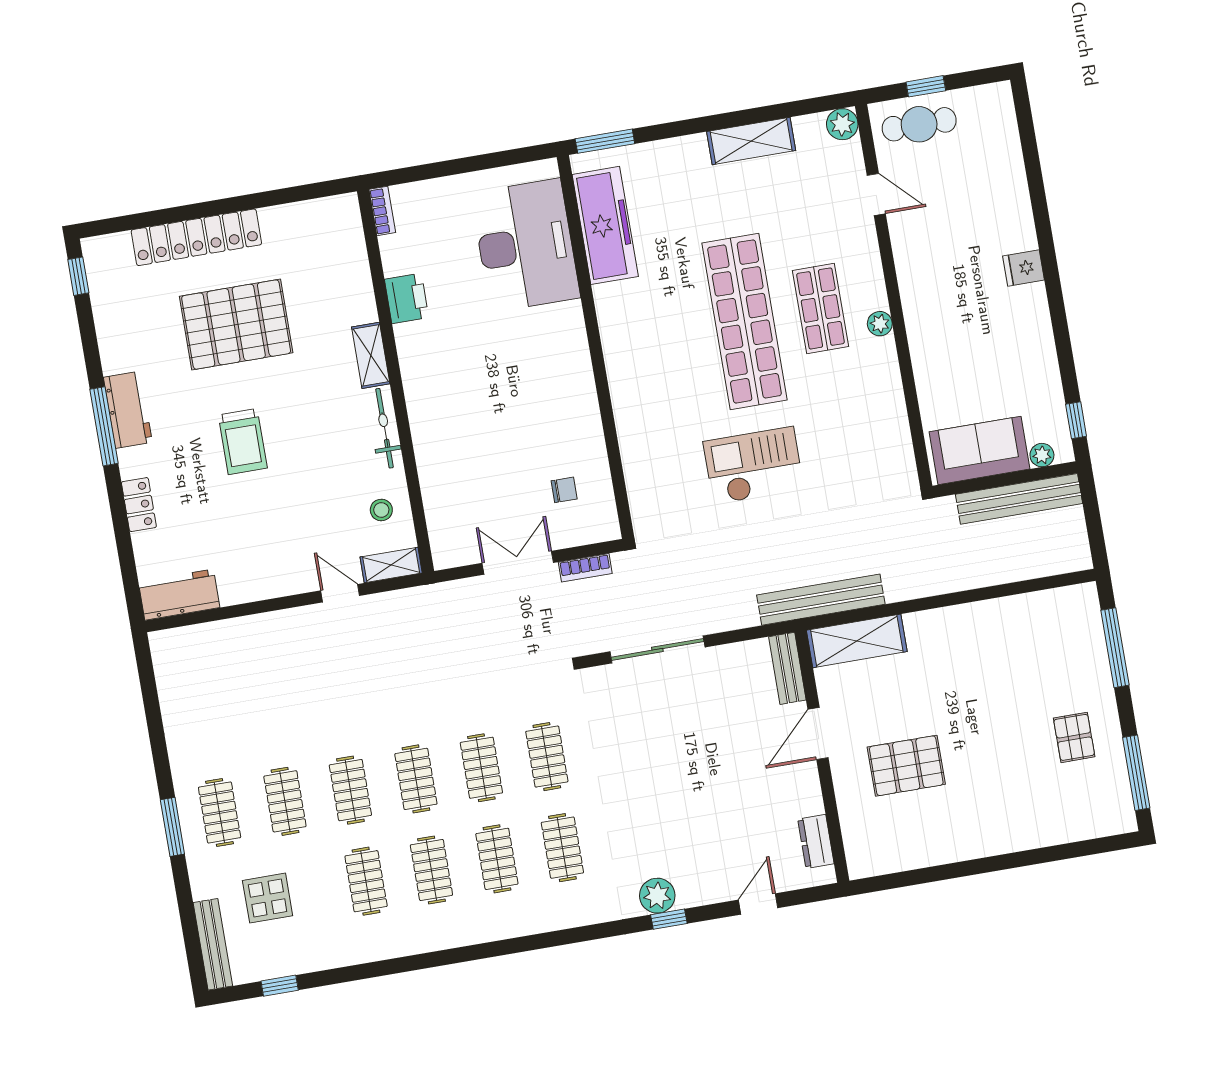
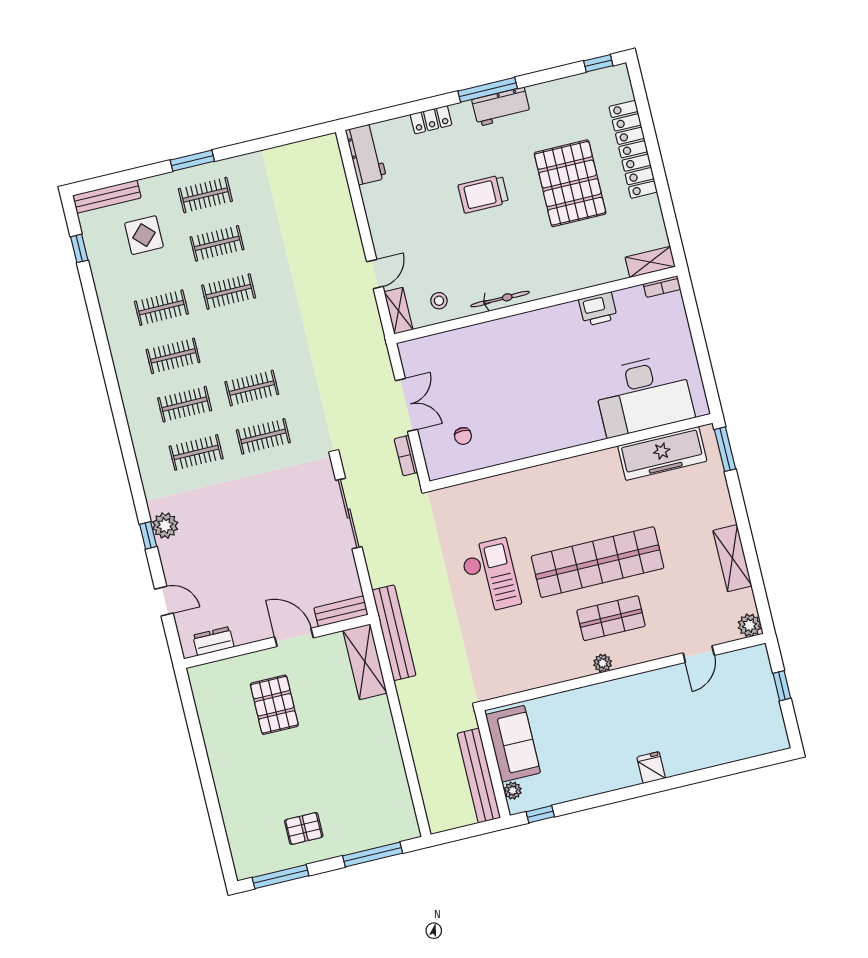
cafe table: (919, 124) -> (753, 683), removed
shelving: (371, 355) -> (650, 262), moved
clothes rail: (416, 779) -> (240, 340), removed

